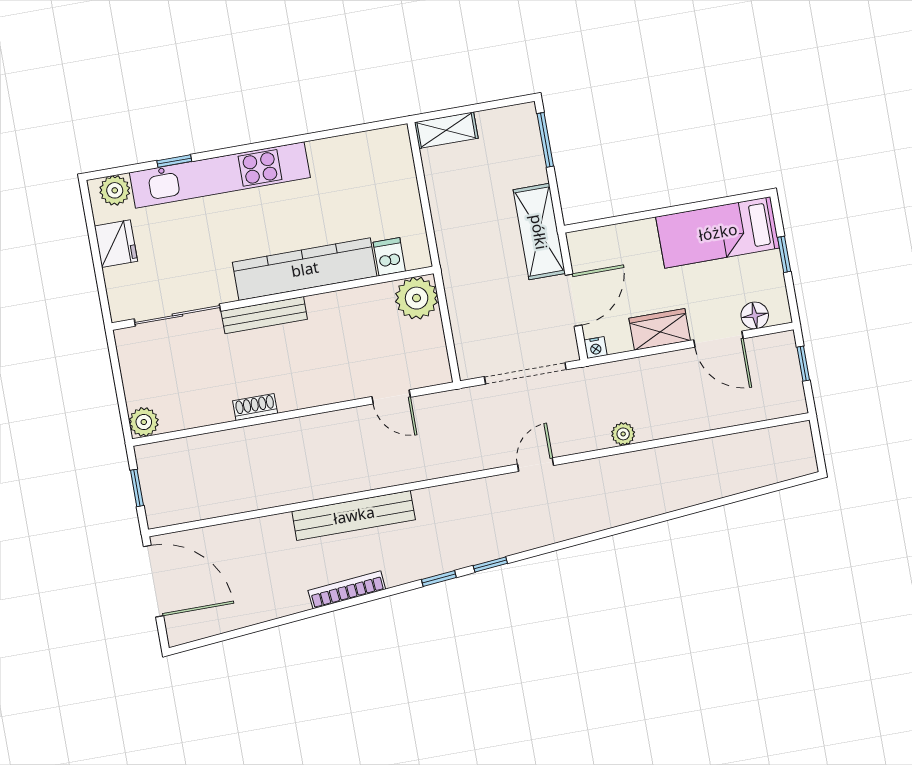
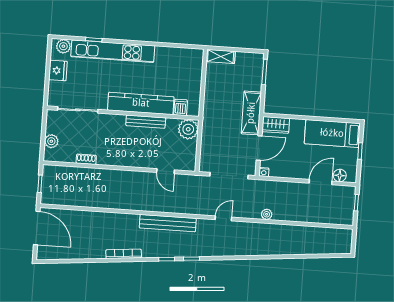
bench: (264, 315) -> (146, 122), moved
wardrobe: (660, 329) -> (276, 125), moved, turned 180
door: (718, 339) -> (321, 182), swing flipped
shoe rack: (255, 407) -> (86, 159), moved
plant: (144, 422) -> (51, 141), moved
bench: (354, 515) -> (168, 223), moved

